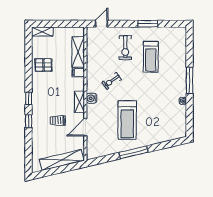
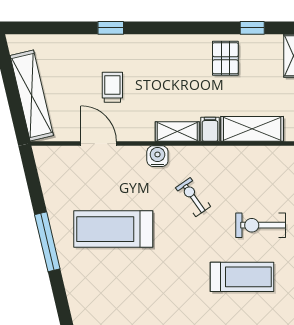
treadmill: (151, 57) -> (242, 277), turned 180
window: (29, 98) -> (252, 28), moved
shelving: (79, 102) -> (177, 132), moved

